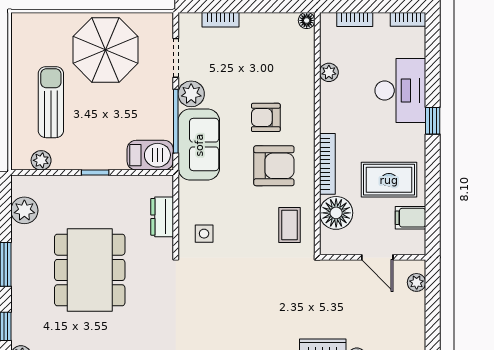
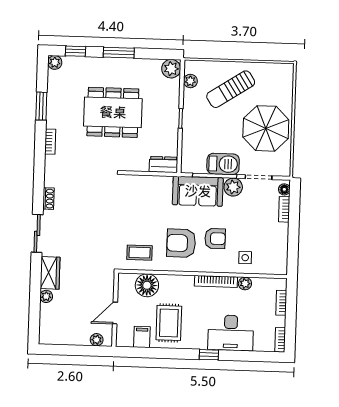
floor lamp: (307, 20) -> (284, 189), moved
sun lounger: (51, 102) -> (231, 89), turned 147
armchair: (266, 117) -> (215, 239), turned 90
barbecue: (150, 155) -> (223, 164), moved, turned -90
bookcase: (327, 164) -> (216, 281), moved
armchair: (274, 166) -> (181, 243), turned 90
plant: (24, 210) -> (171, 69), moved
dresser: (162, 217) -> (163, 165), moved
side table: (204, 234) -> (245, 258), moved

